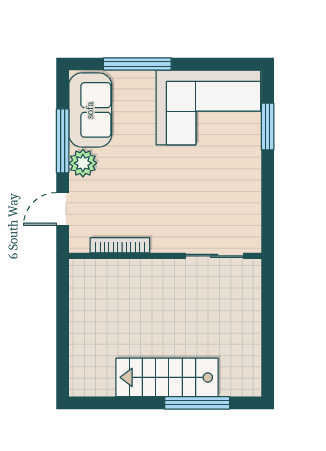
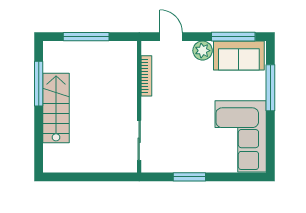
window: (268, 127) -> (189, 177), moved
window: (63, 141) -> (233, 37), moved
window: (63, 333) -> (86, 37), added
window: (197, 403) -> (39, 84), moved

